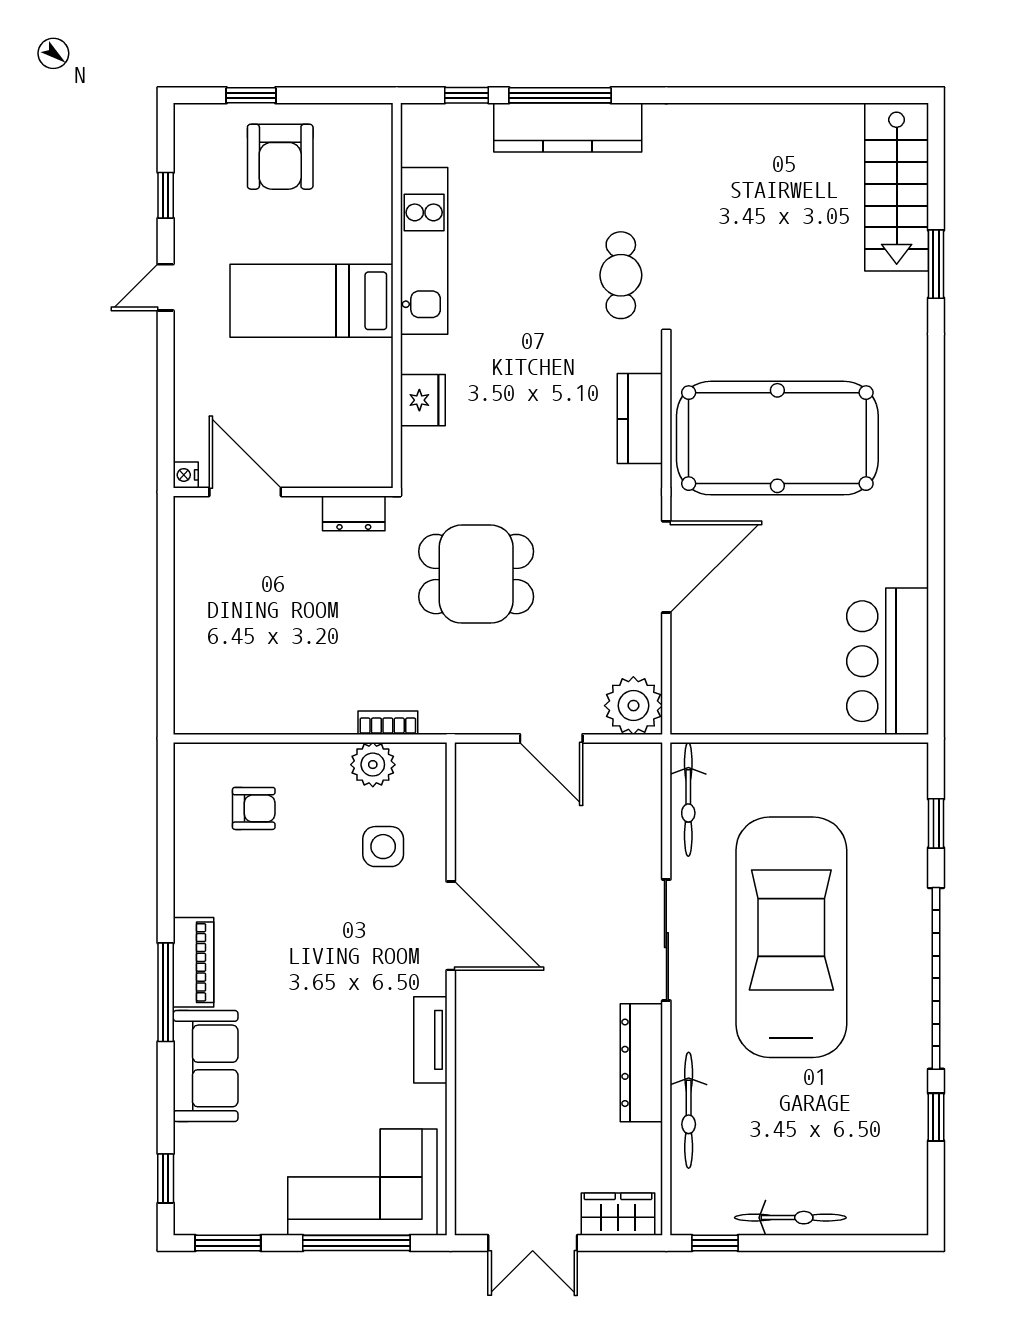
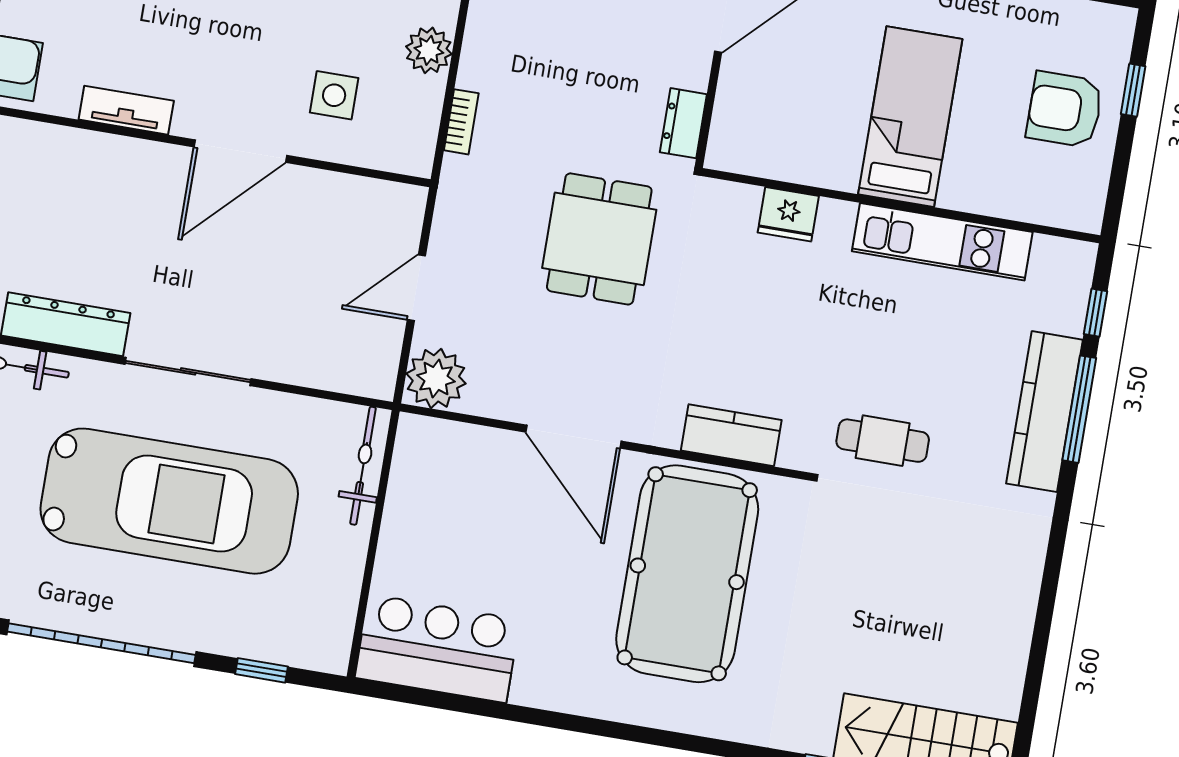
plant: (373, 765) -> (429, 50), moved
bicycle: (688, 799) -> (363, 466), moved, turned 90

